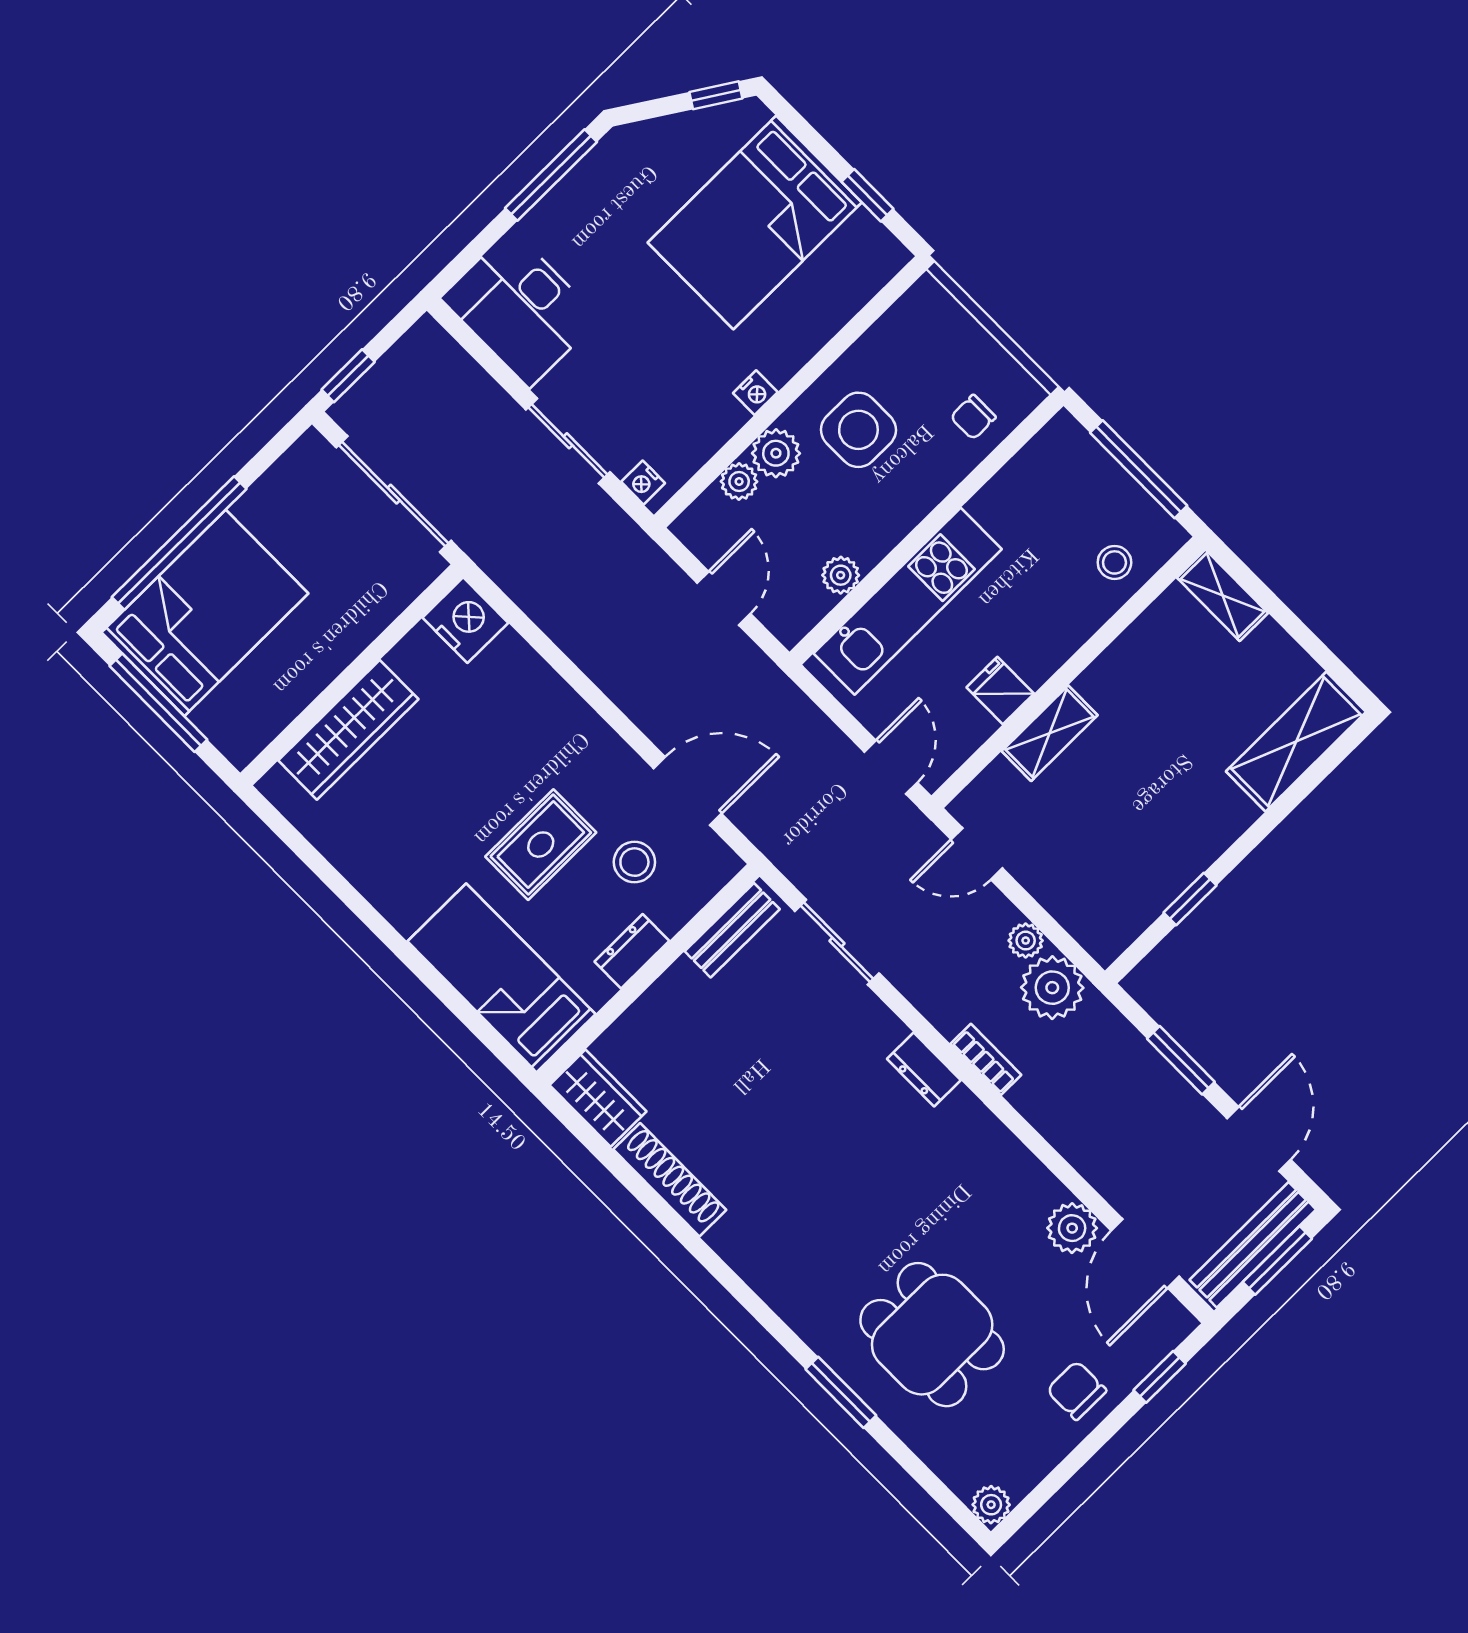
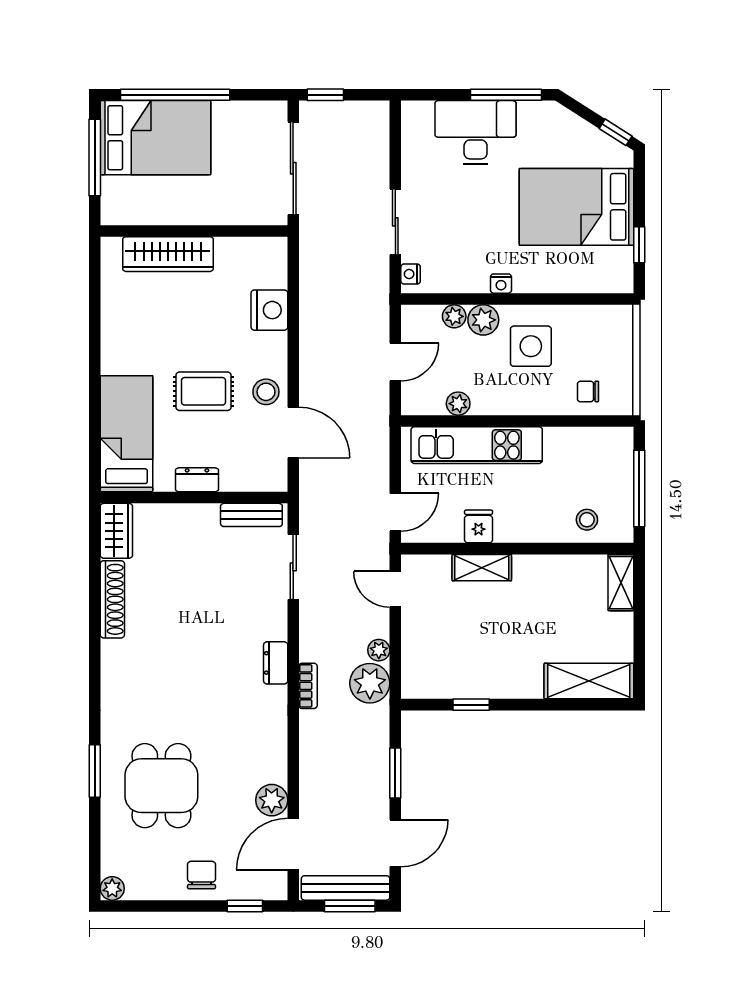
desk: (520, 308) -> (476, 132), moved, turned 90
nightstand: (465, 620) -> (269, 310), moved
stool: (634, 862) -> (266, 392), moved

